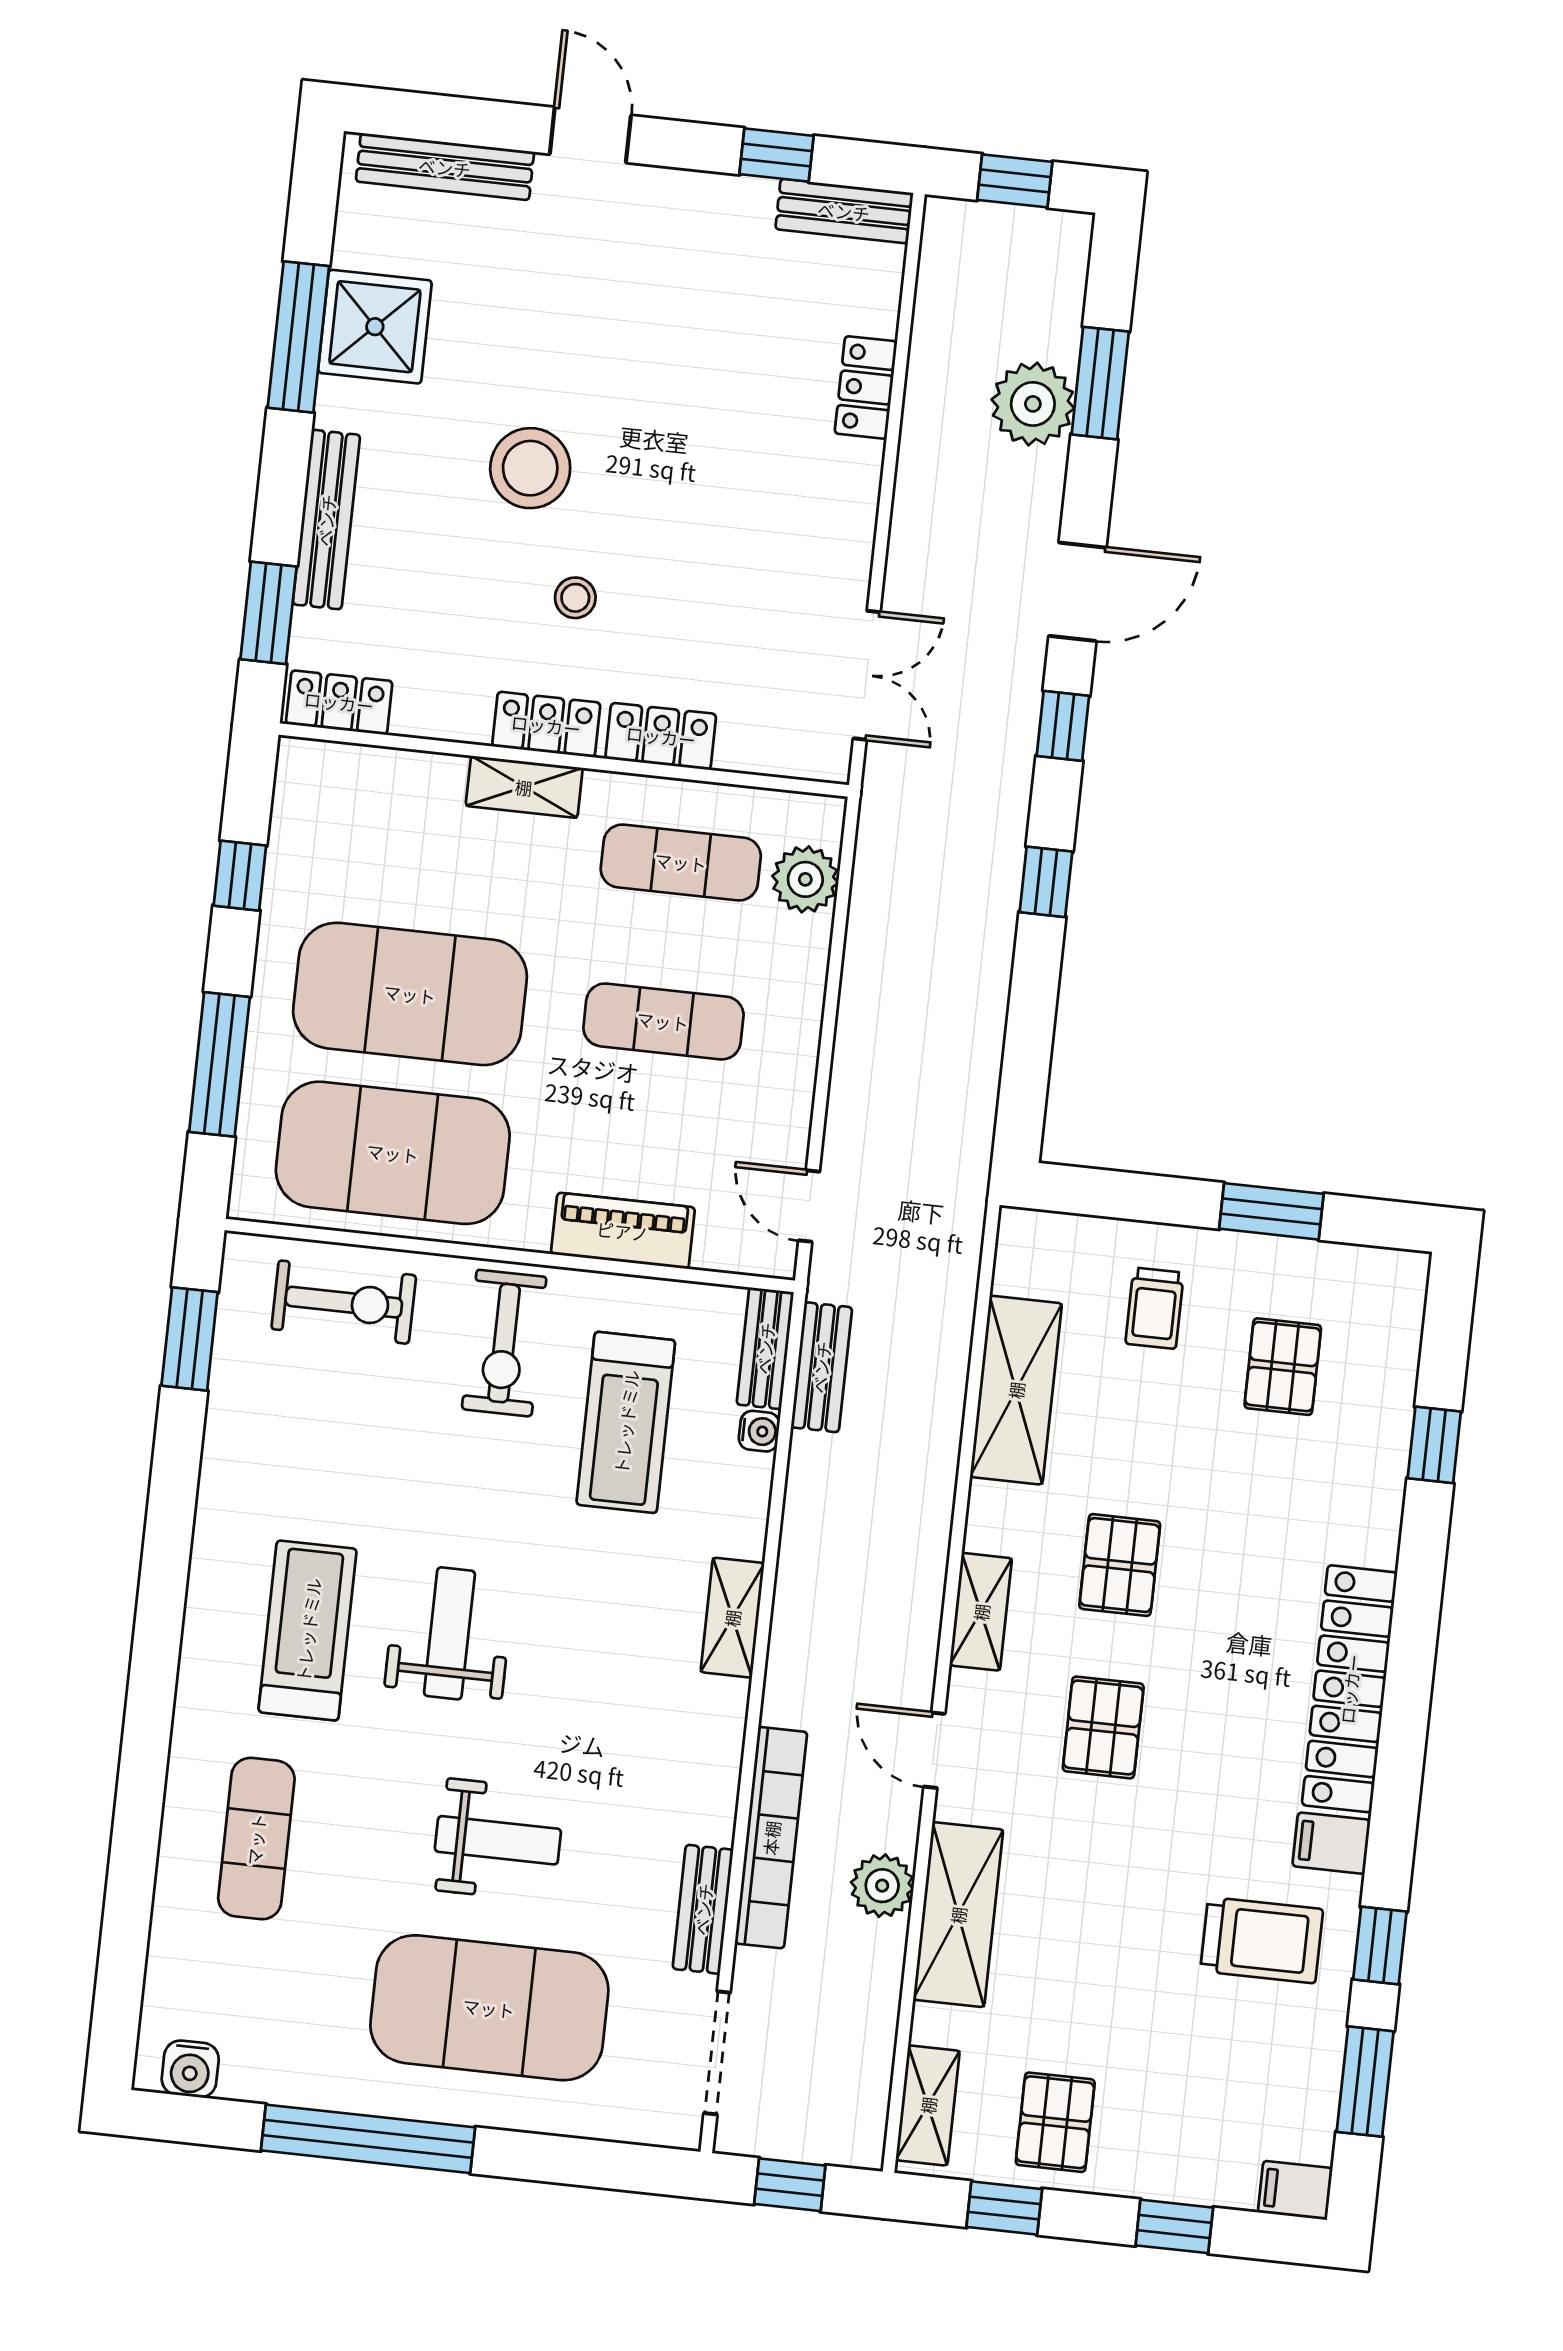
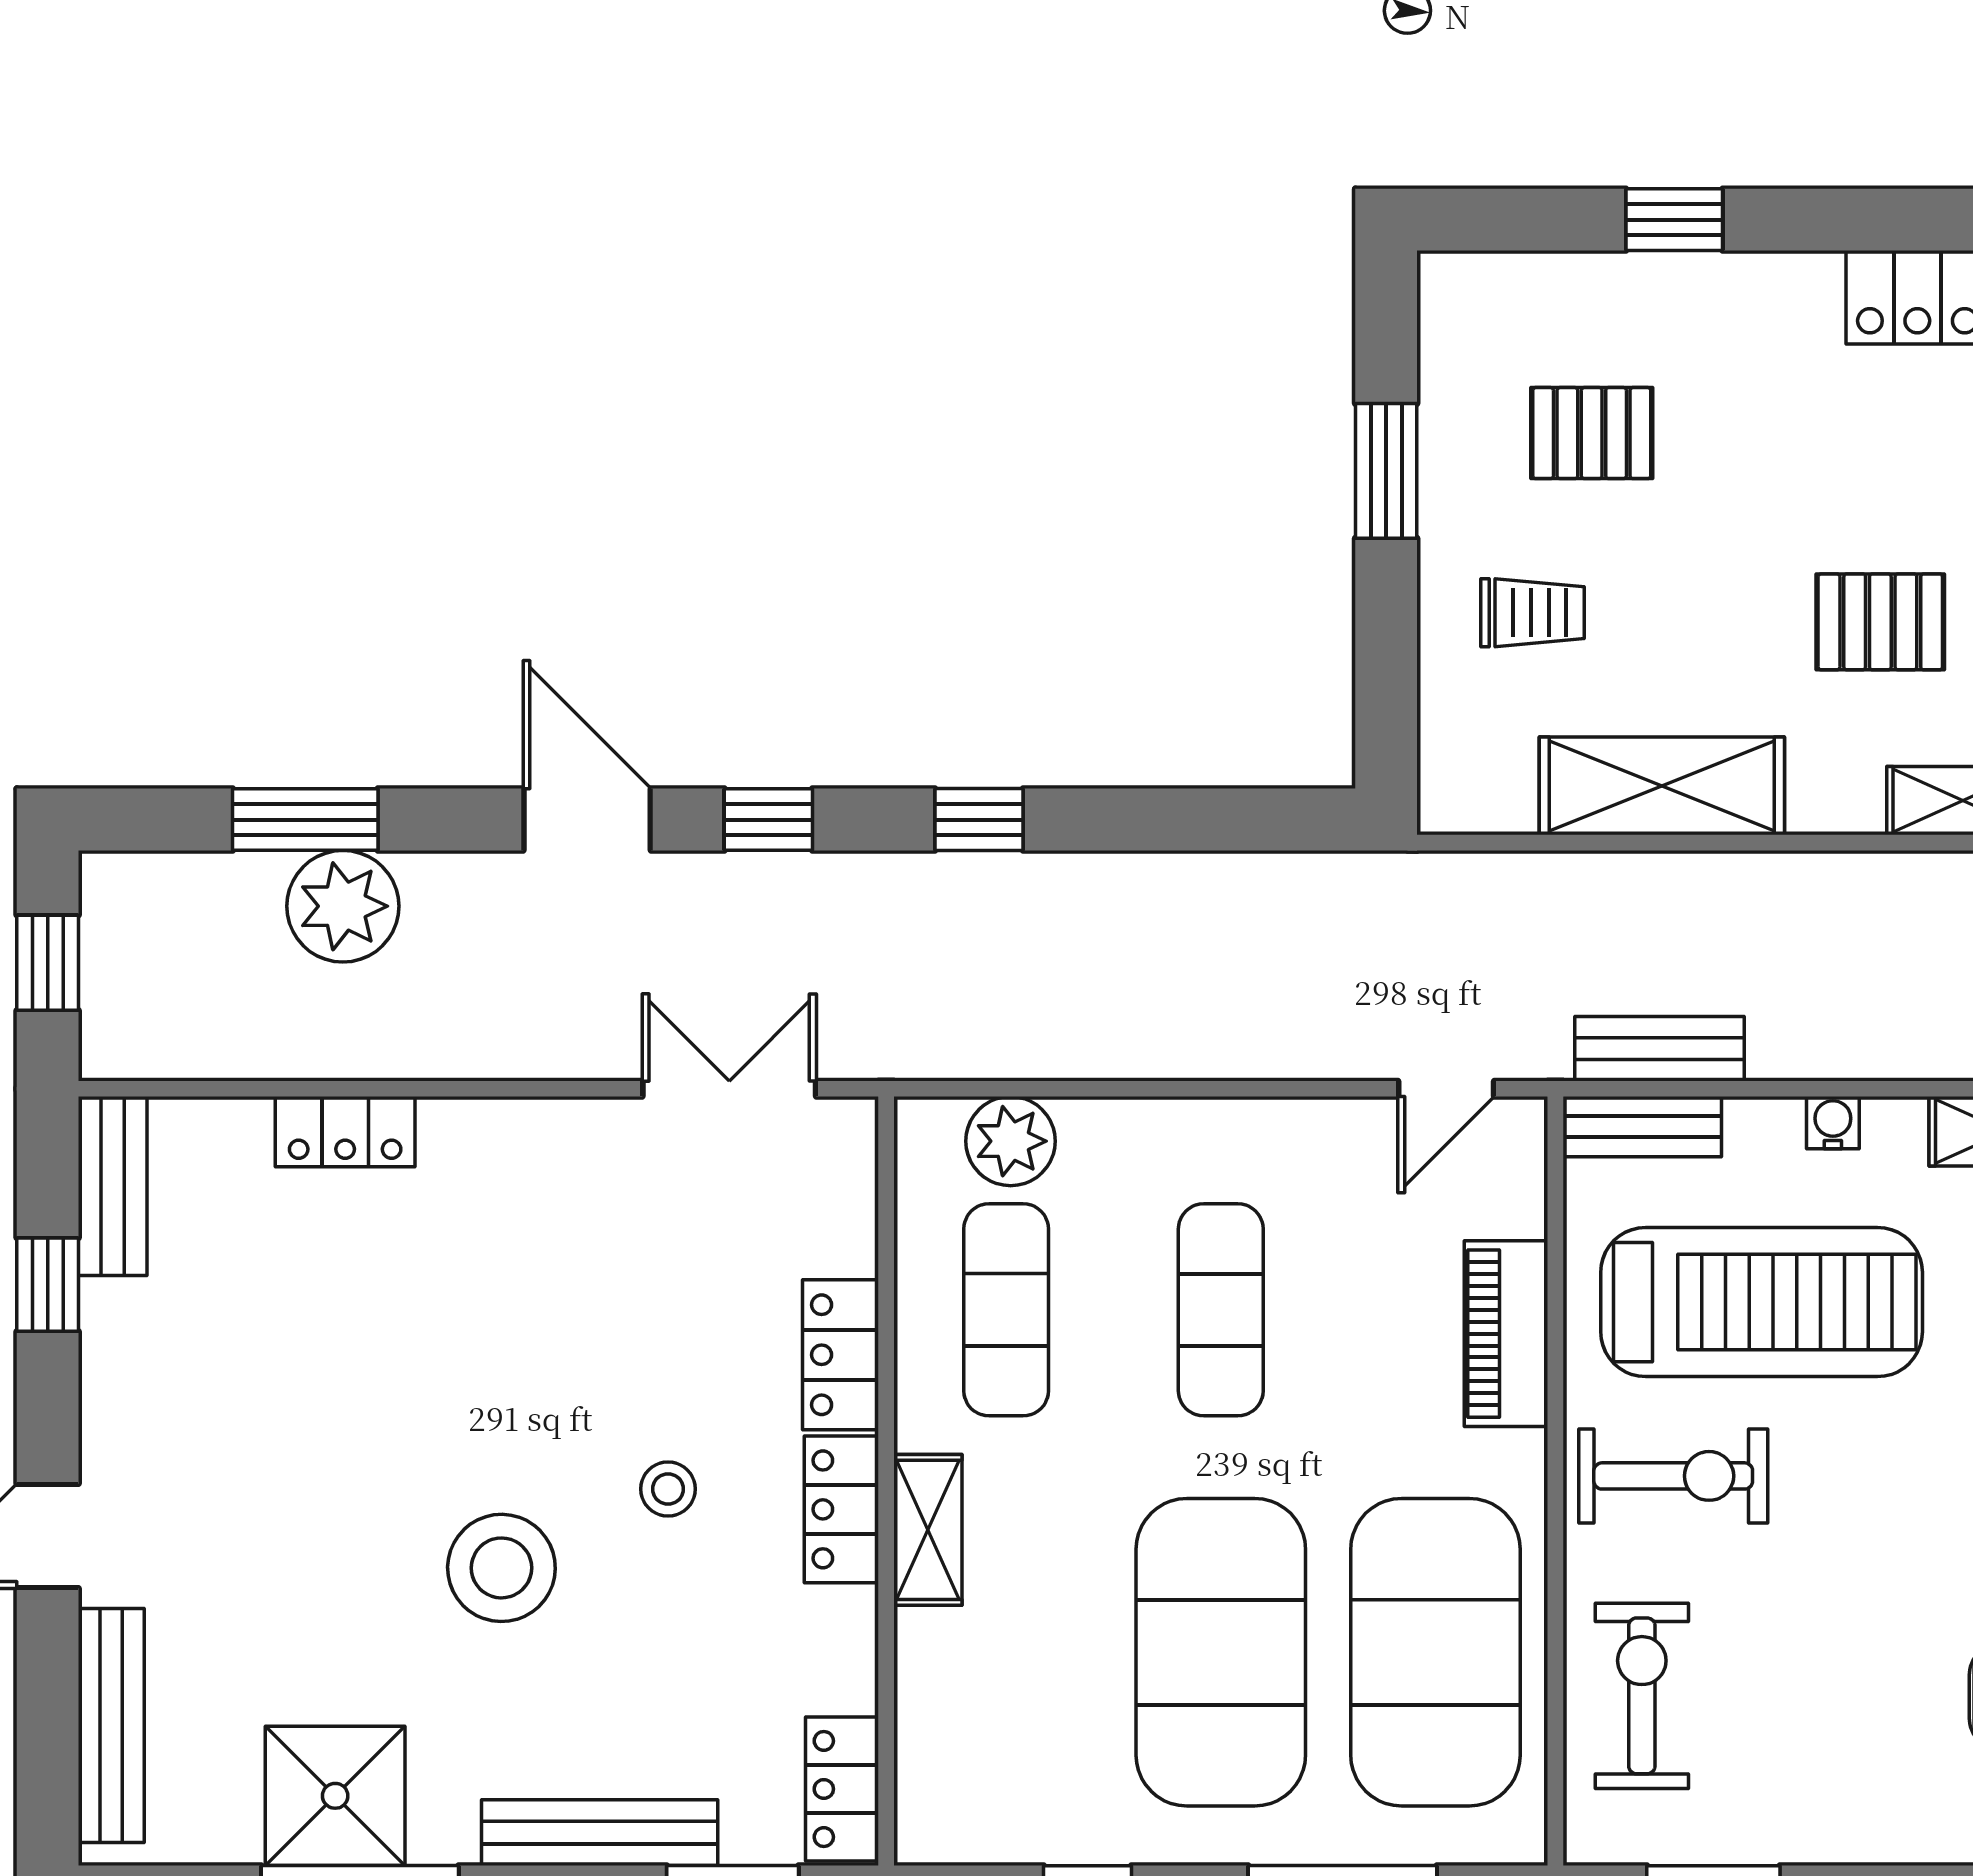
treadmill: (626, 1422) -> (1762, 1302), width x1.37, depth x1.38
water cooler: (759, 1431) -> (1833, 1123), moved

